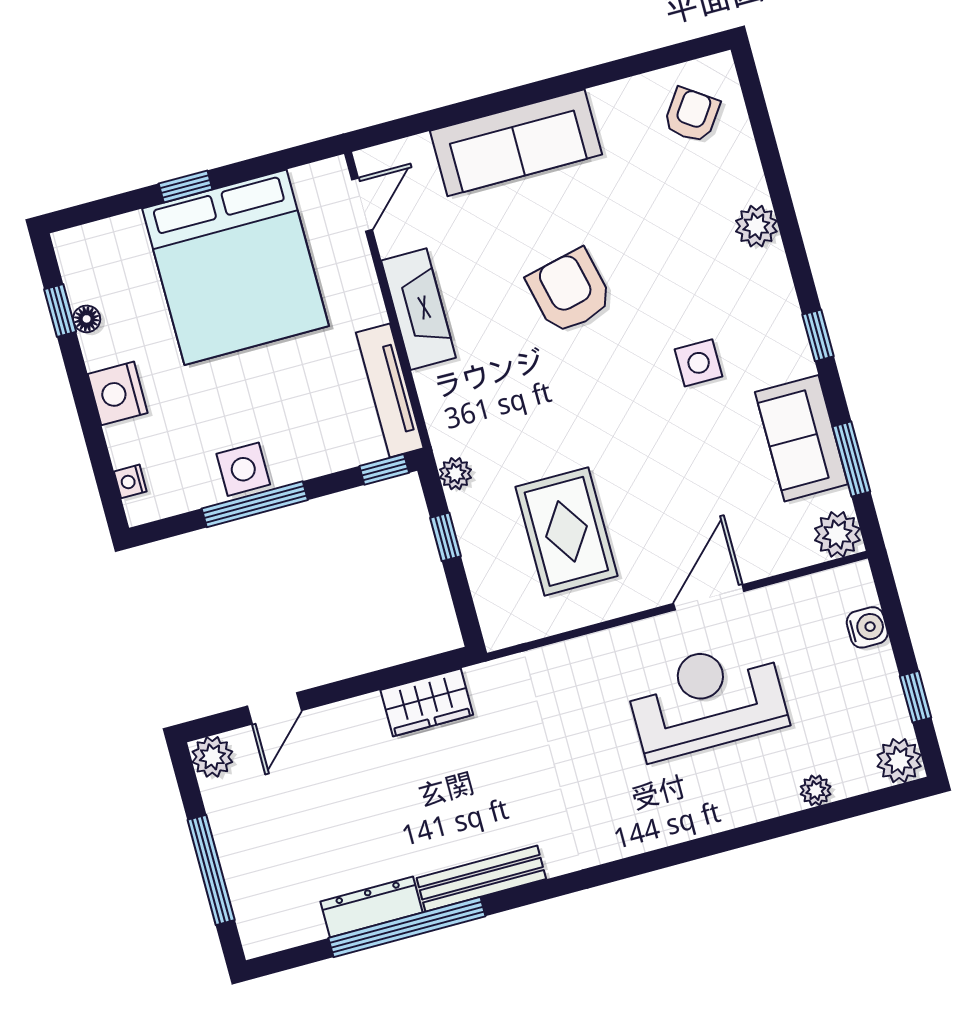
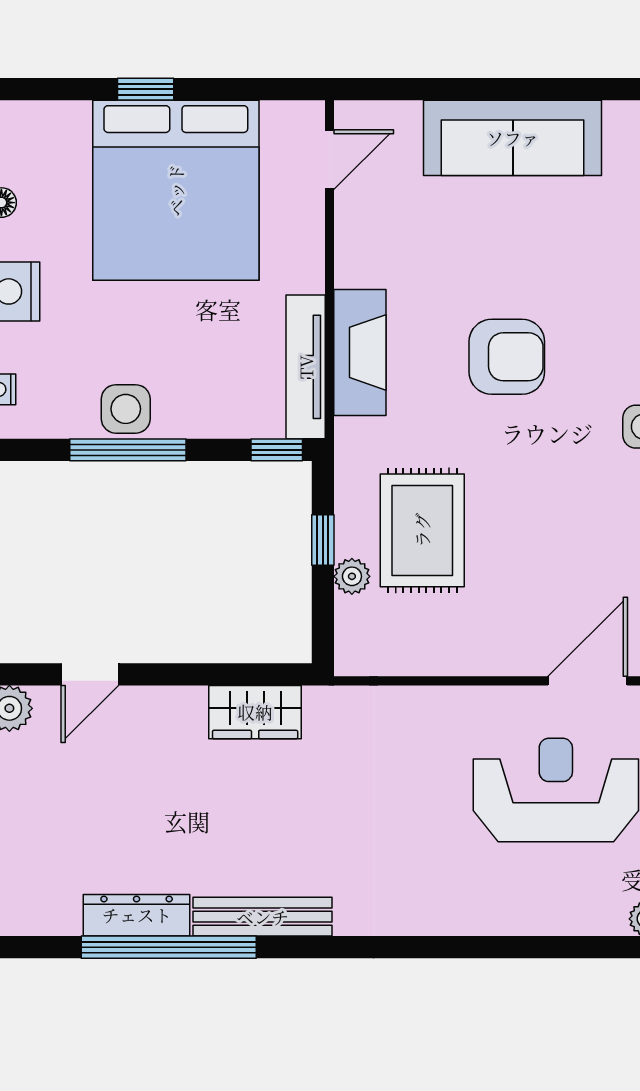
armchair: (570, 291) -> (507, 357), moved, turned 103
fireplace: (419, 309) -> (360, 352), moved
plant: (455, 474) -> (352, 576), moved
rug: (566, 531) -> (422, 530), moved

